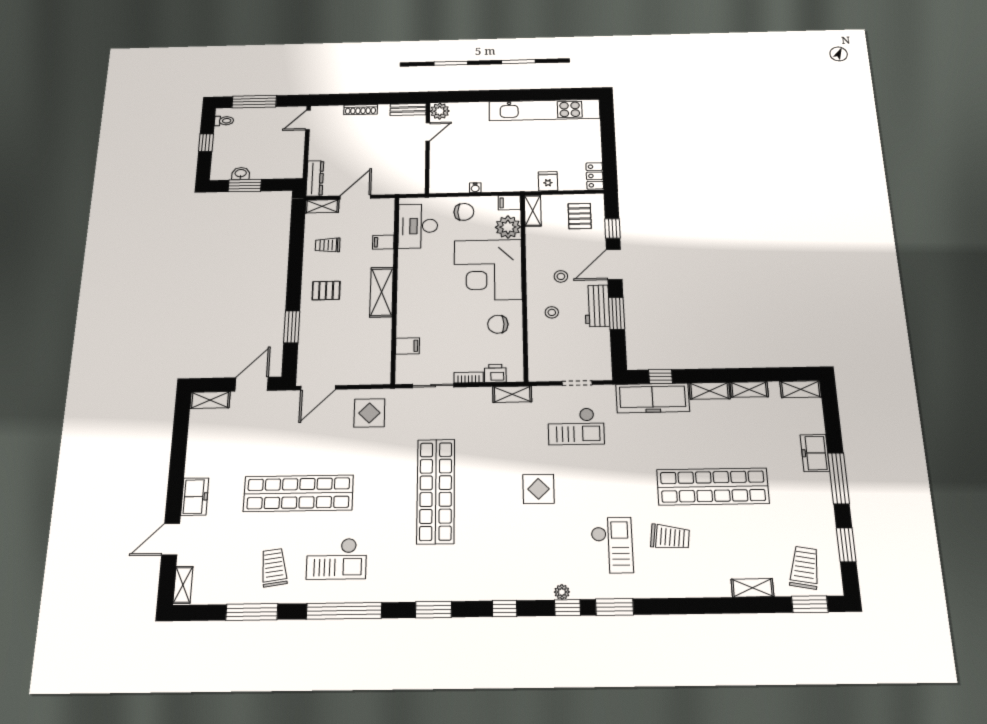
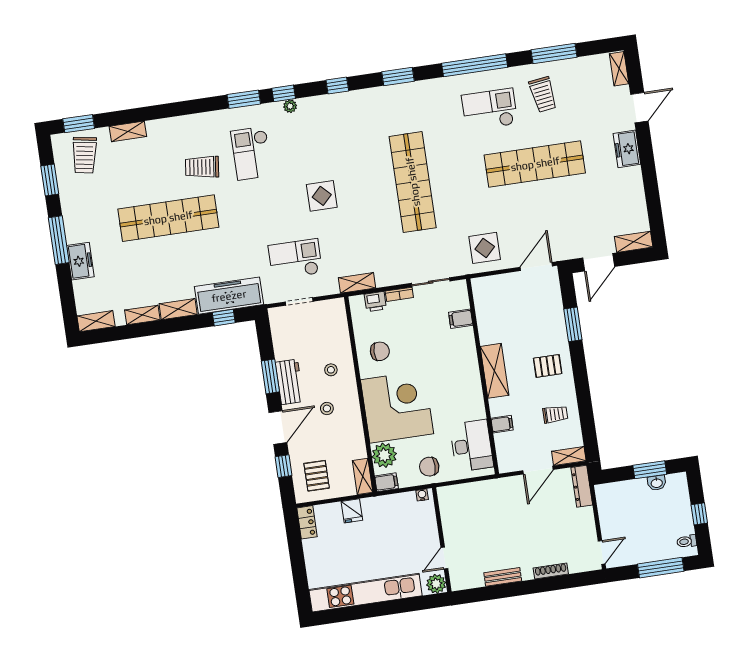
plant: (440, 111) -> (436, 584), moved
door: (428, 132) -> (444, 558), moved
wall: (428, 148) -> (442, 540), moved

